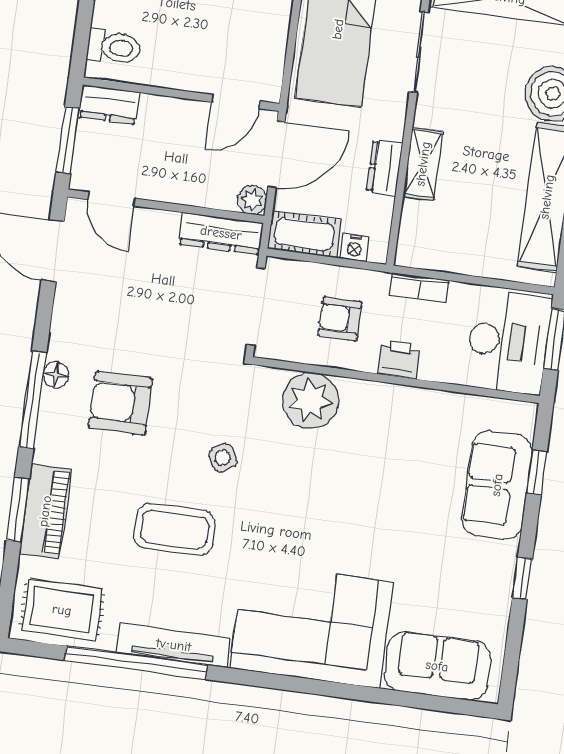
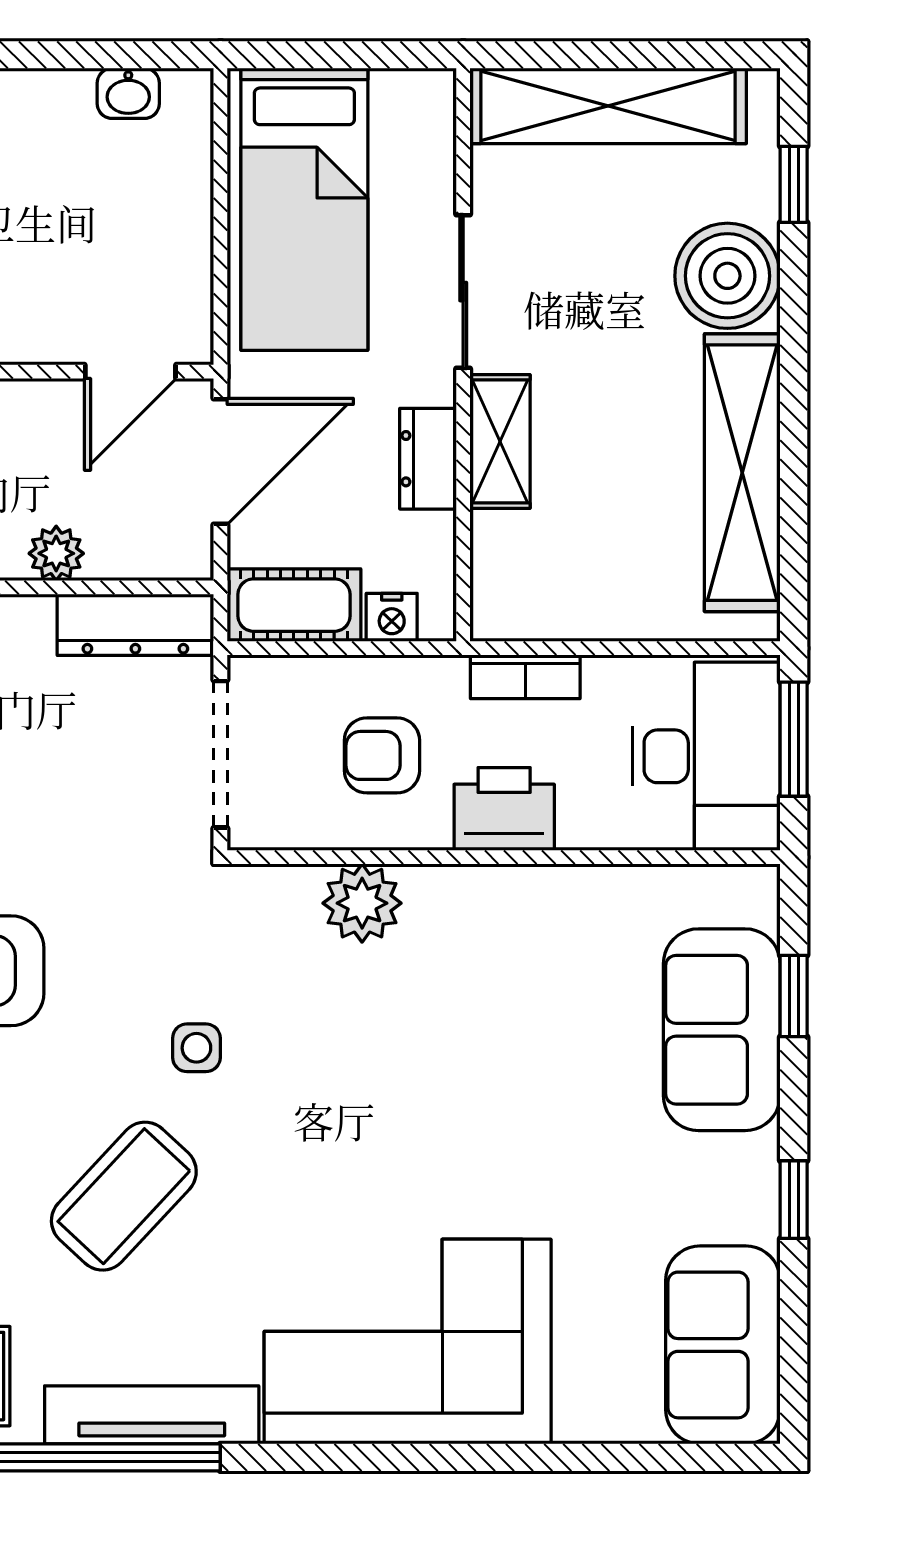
sliding door: (419, 52) -> (463, 292), moved
plant: (252, 200) -> (56, 553), moved
printer: (399, 359) -> (504, 809), width x1.36, depth x1.24
plant: (311, 400) -> (362, 903), width x0.73, depth x0.73
side table: (223, 458) -> (196, 1048), turned 30
coffee table: (175, 530) -> (124, 1196), turned -47
sofa: (437, 666) -> (723, 1345), moved, turned -90

